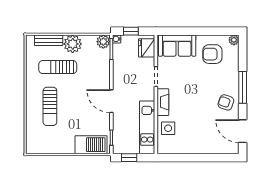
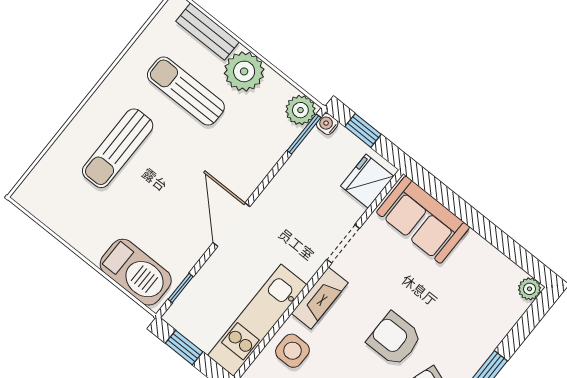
armchair: (212, 54) -> (394, 339), moved

